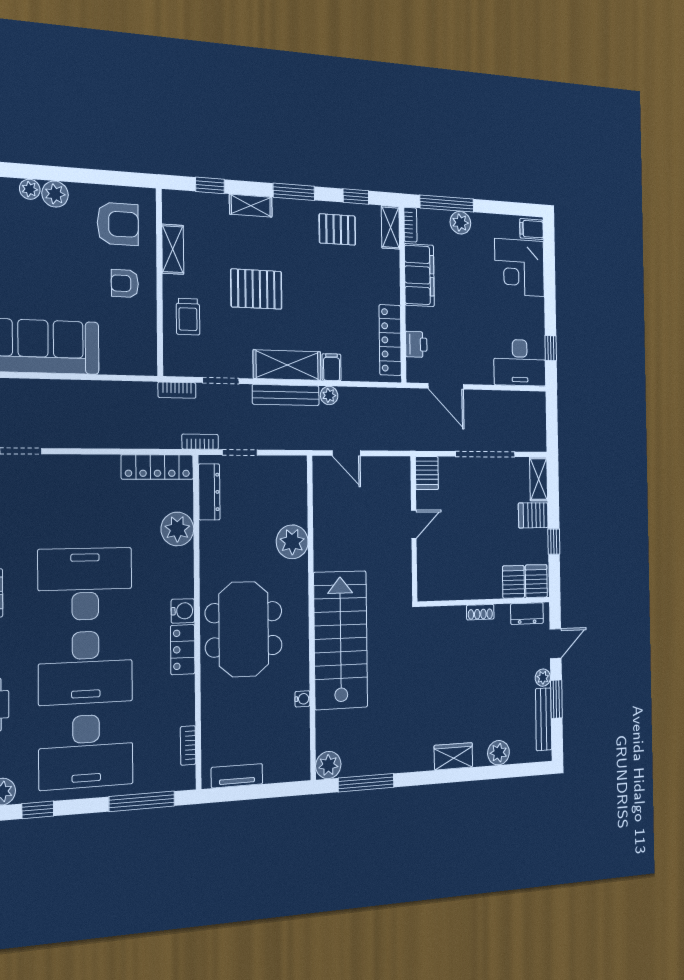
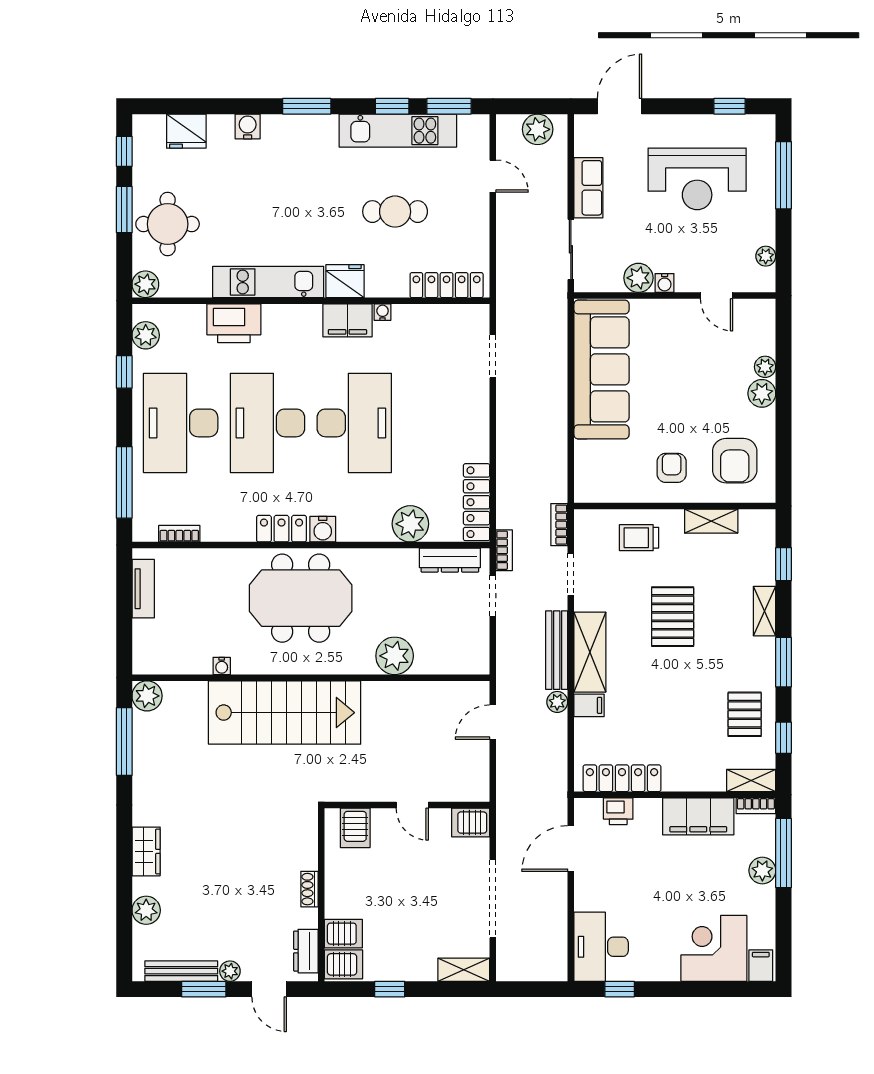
server rack: (533, 515) -> (355, 828), moved, turned 180

